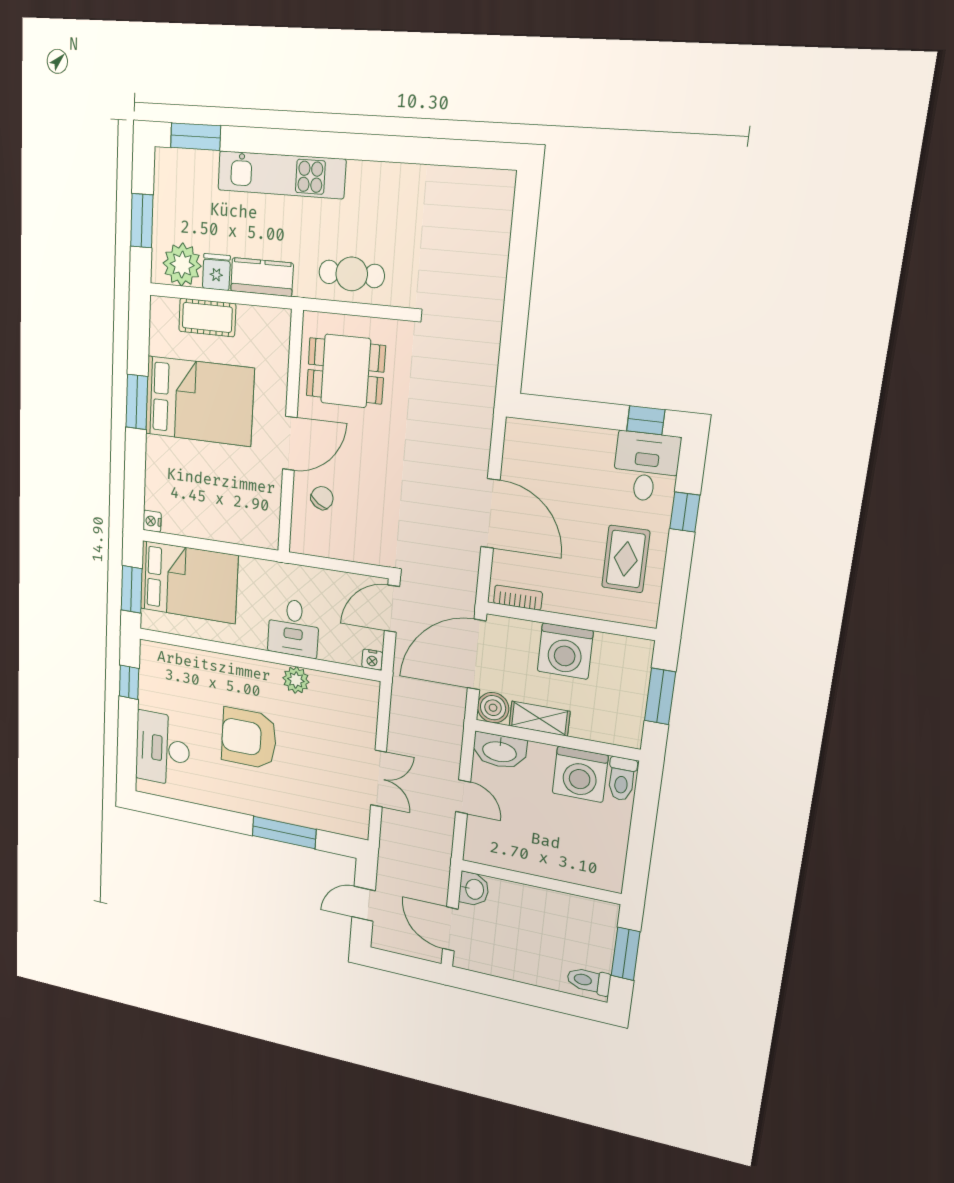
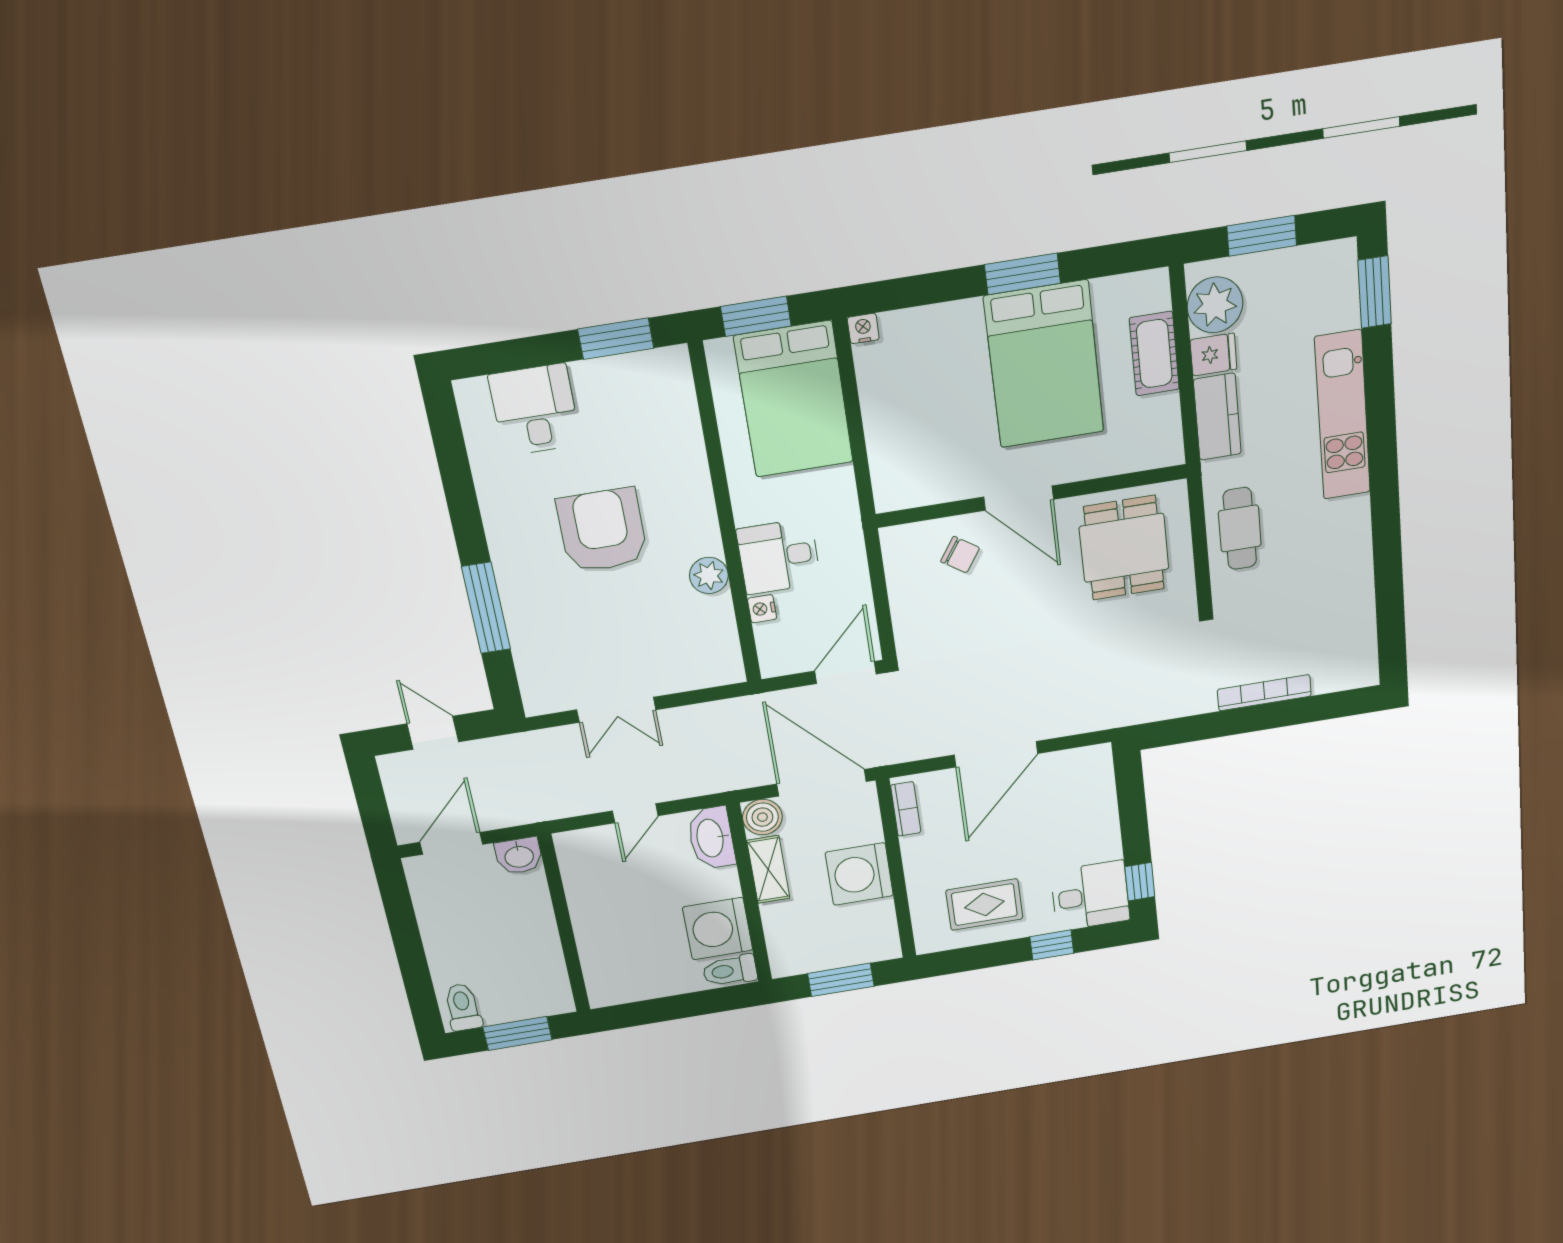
bookcase: (497, 276) -> (1264, 693), added
door: (392, 609) -> (845, 672), hinge flipped
nightstand: (372, 660) -> (762, 609), moved
window: (129, 682) -> (616, 339), width x1.50
desk: (163, 749) -> (535, 410), width x0.73

